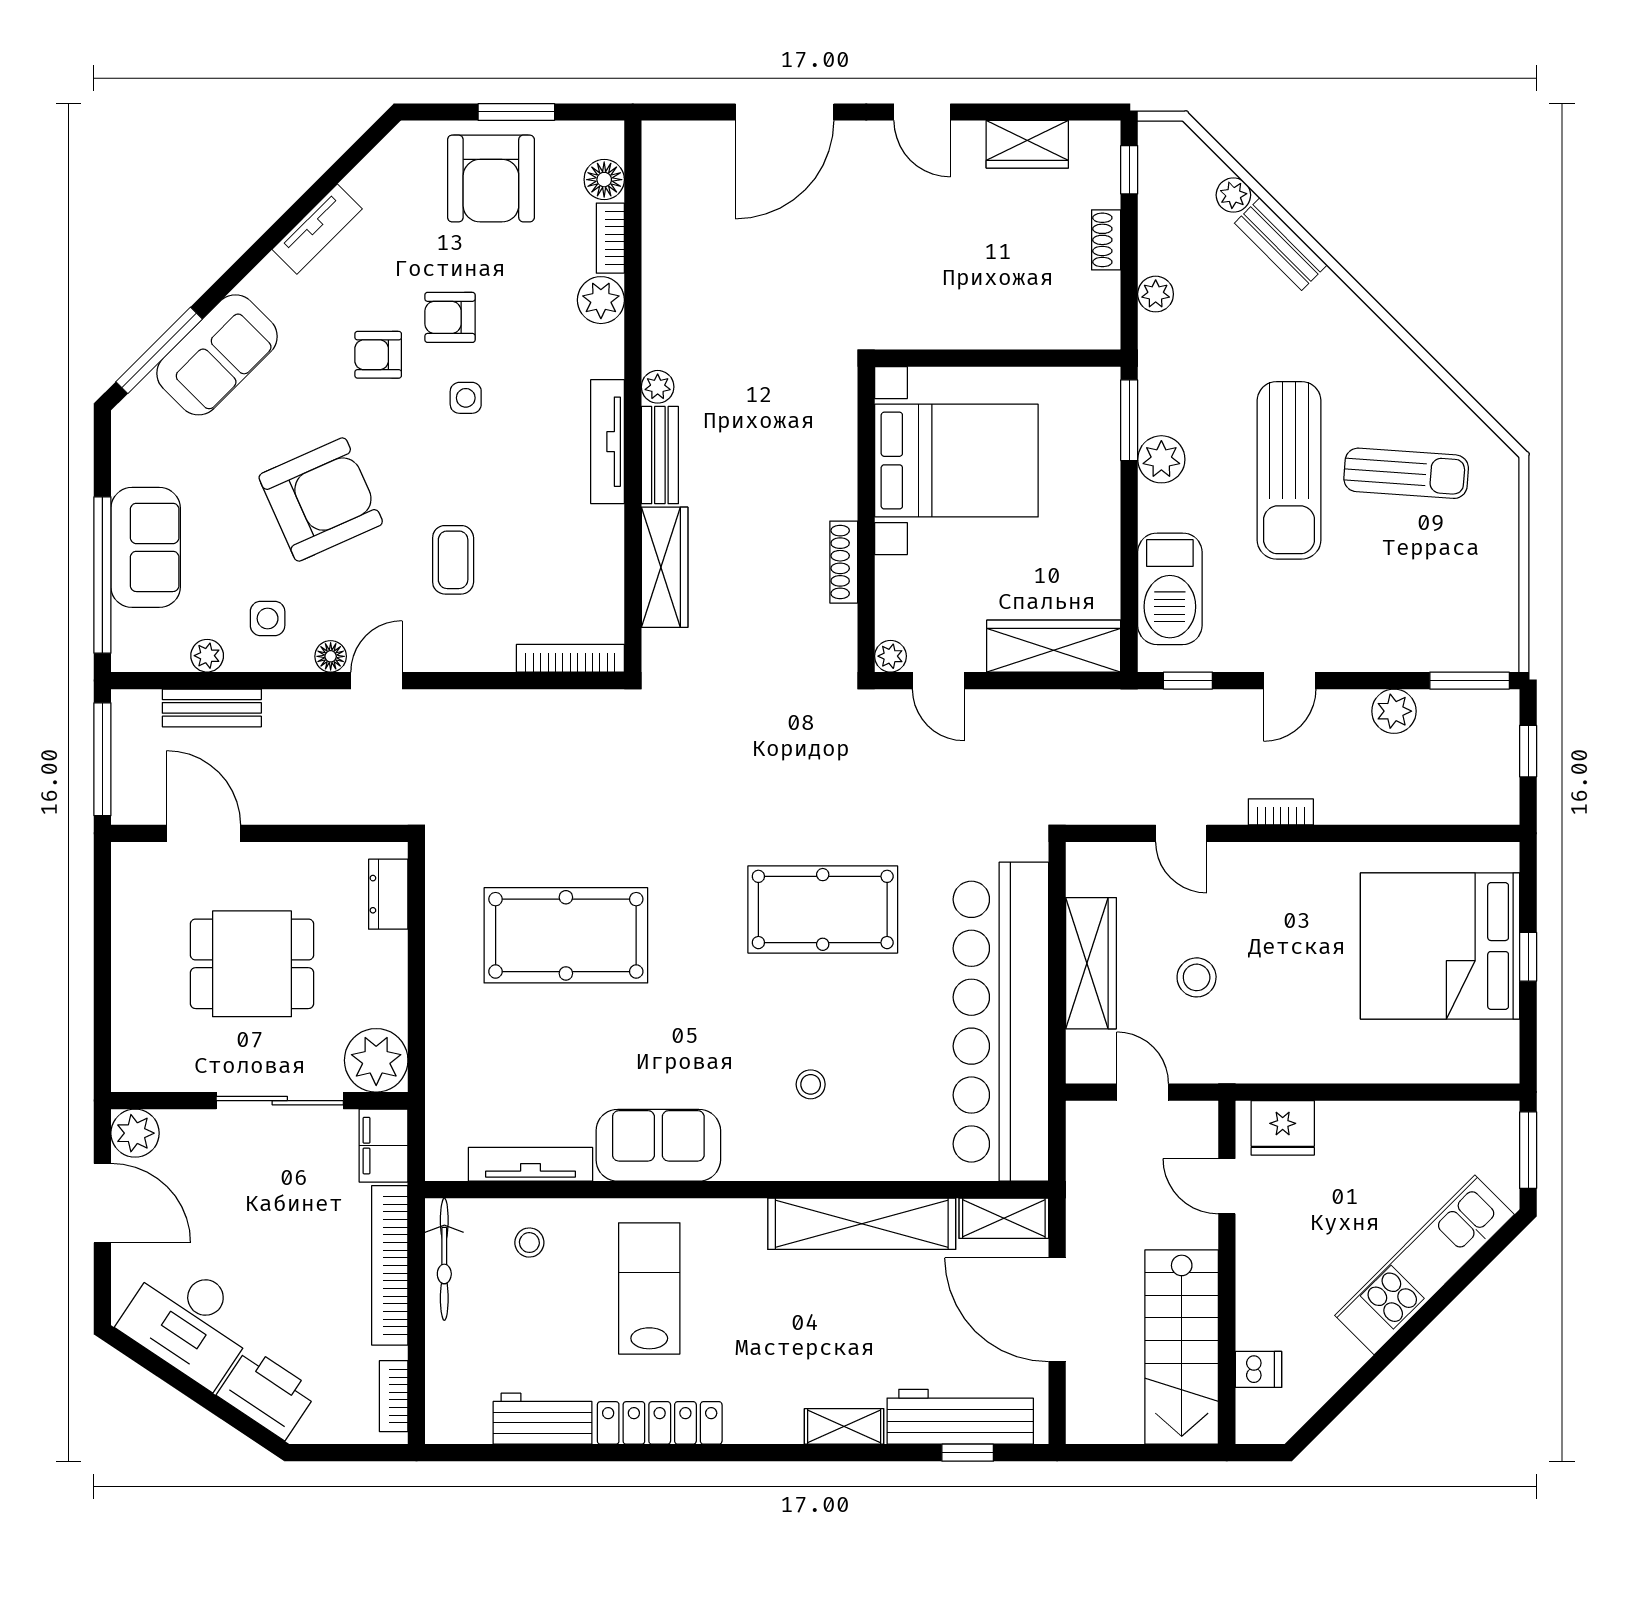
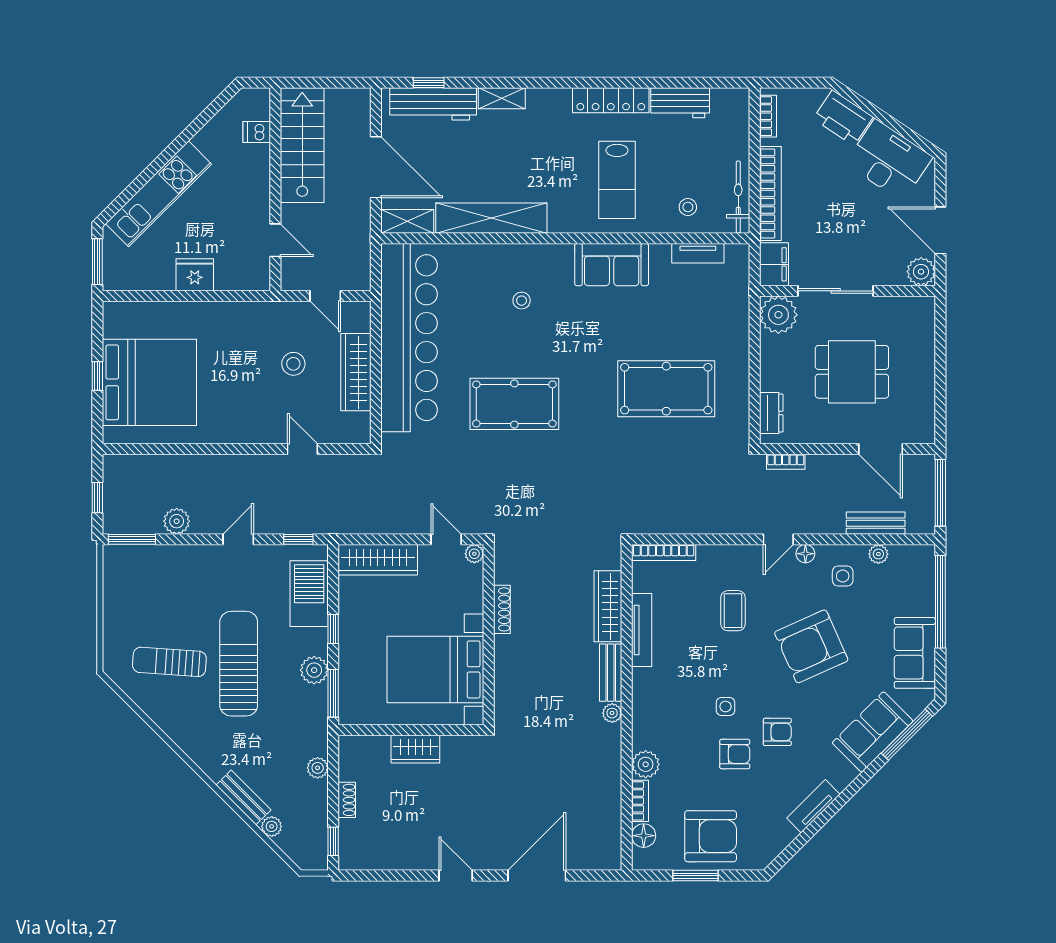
wardrobe: (1027, 144) -> (415, 749), moved, turned 180
armchair: (491, 179) -> (711, 836), turned 90
tv unit: (608, 442) -> (642, 630), moved
window: (1129, 529) -> (333, 629), added
sofa: (146, 547) -> (915, 653), moved
bookcase: (1281, 812) -> (786, 462), moved
fridge: (1283, 1128) -> (195, 275), moved
tv unit: (531, 1164) -> (698, 253), width x0.71

